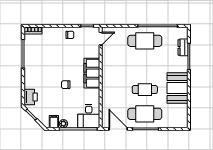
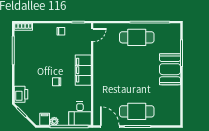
dresser: (183, 47) -> (176, 44), removed
booth: (177, 88) -> (170, 69), moved
cafe table: (145, 90) -> (137, 87), removed

